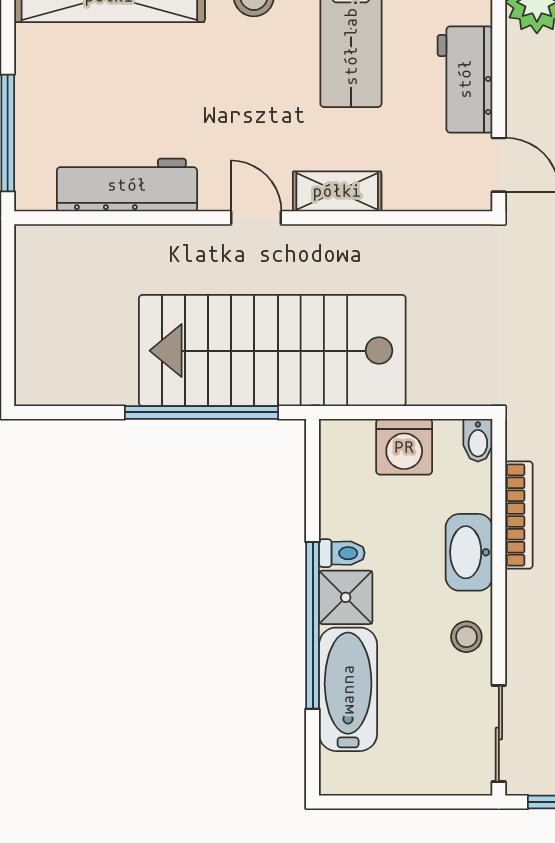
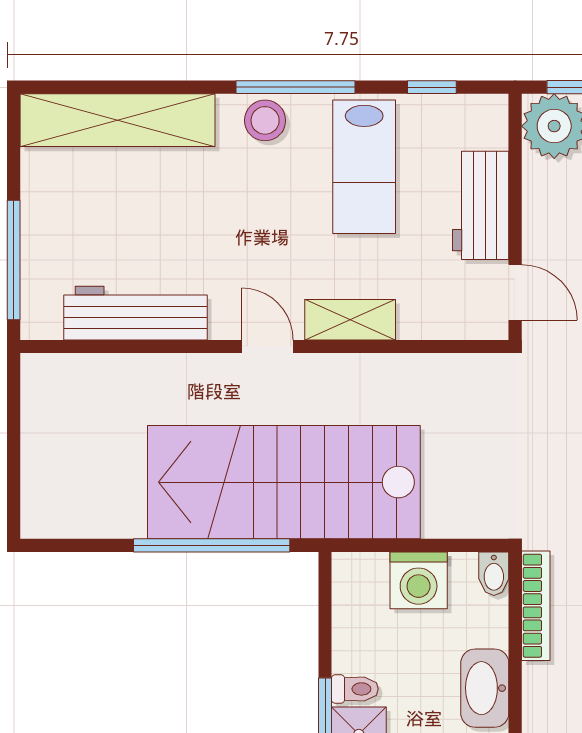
bookcase: (519, 515) -> (536, 606), moved

